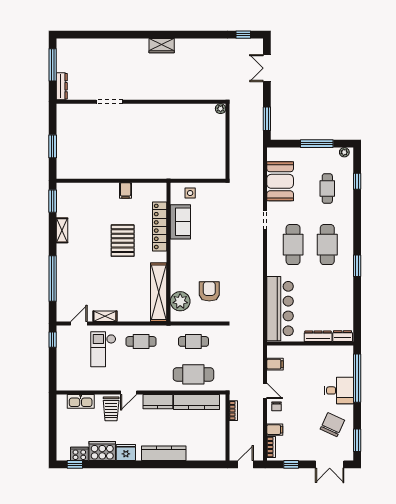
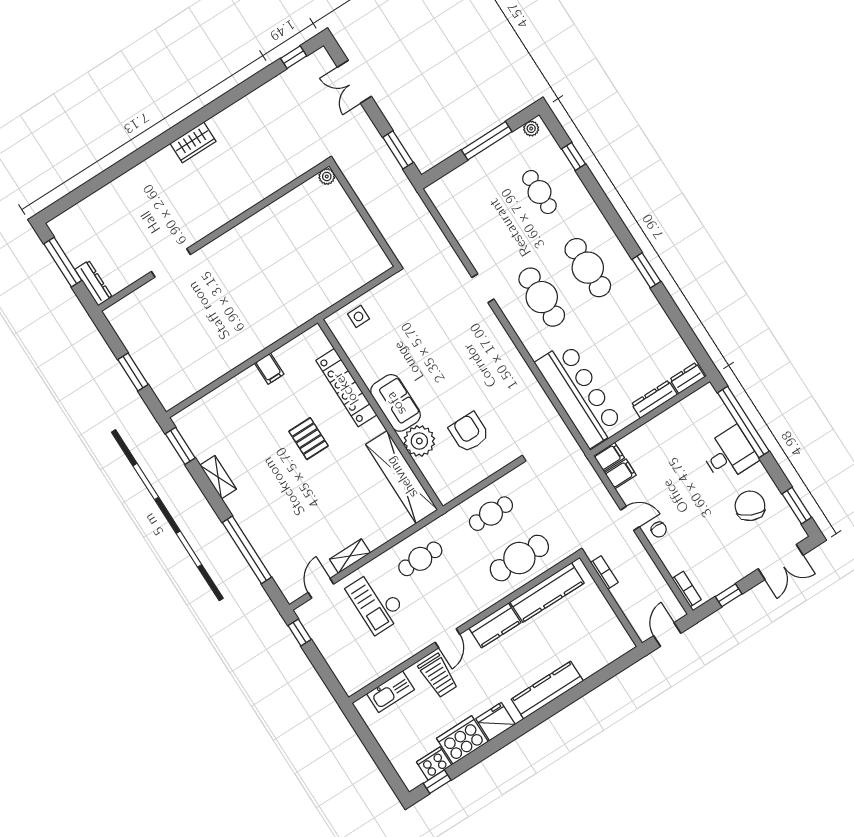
booth: (280, 181) -> (470, 223), removed
sofa: (180, 222) -> (396, 403), moved
pallet: (123, 241) -> (309, 439), width x0.67, depth x0.71
plant: (180, 301) -> (419, 441), moved
filing cabinet: (275, 430) -> (609, 457), moved

